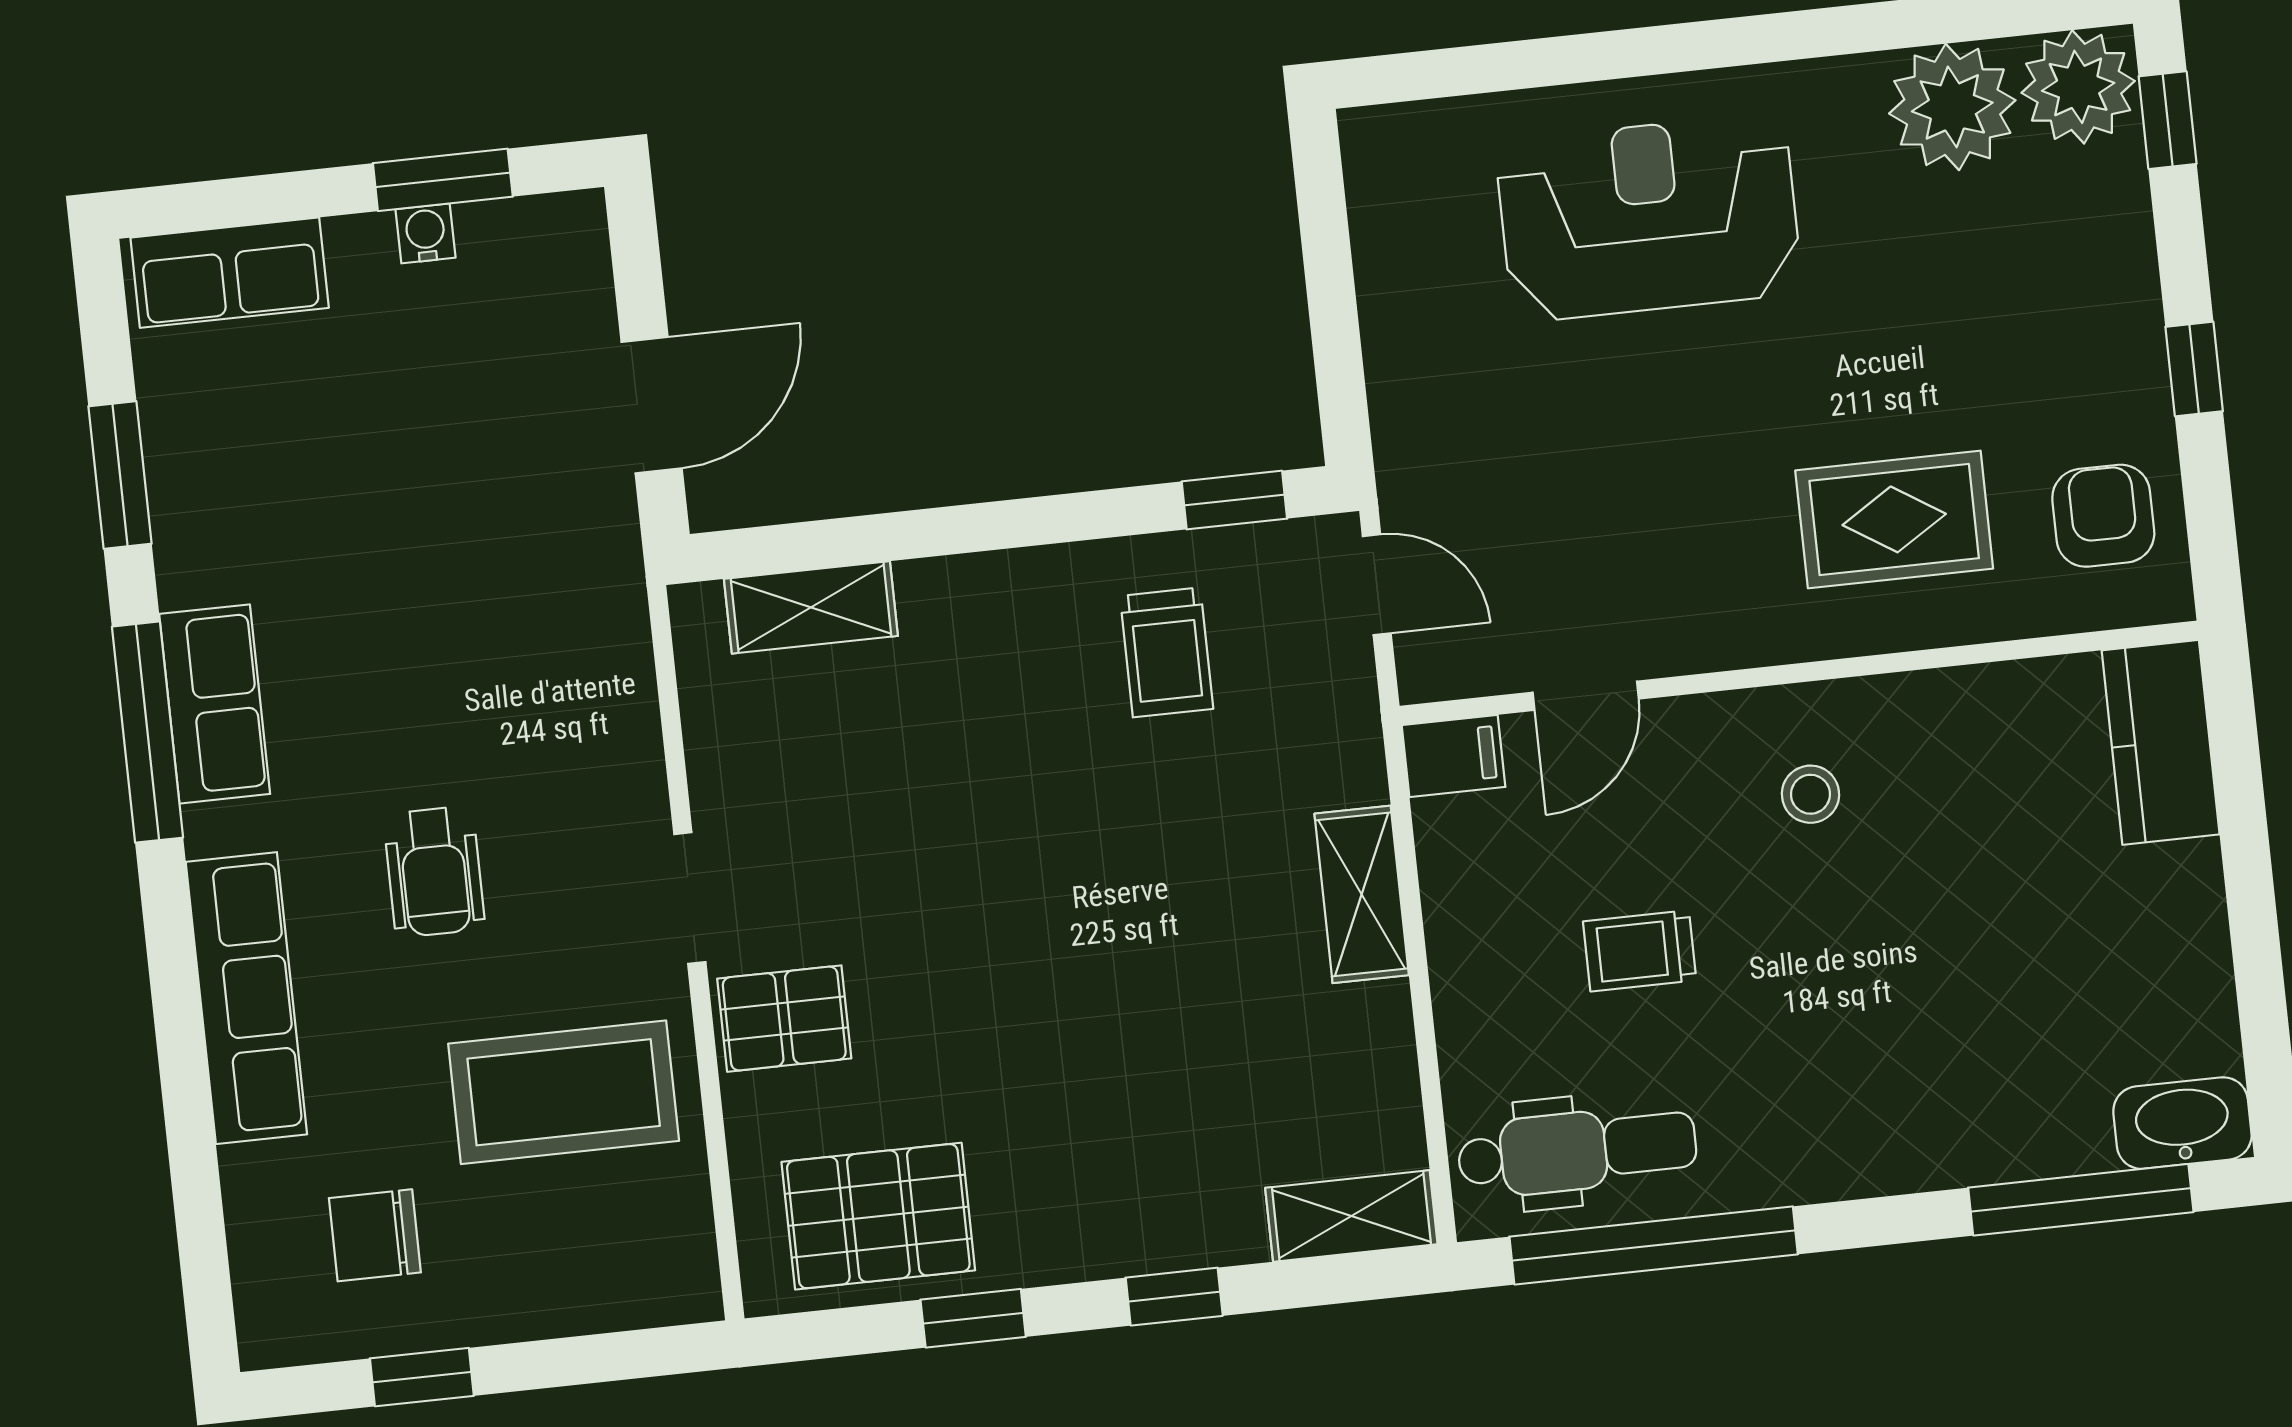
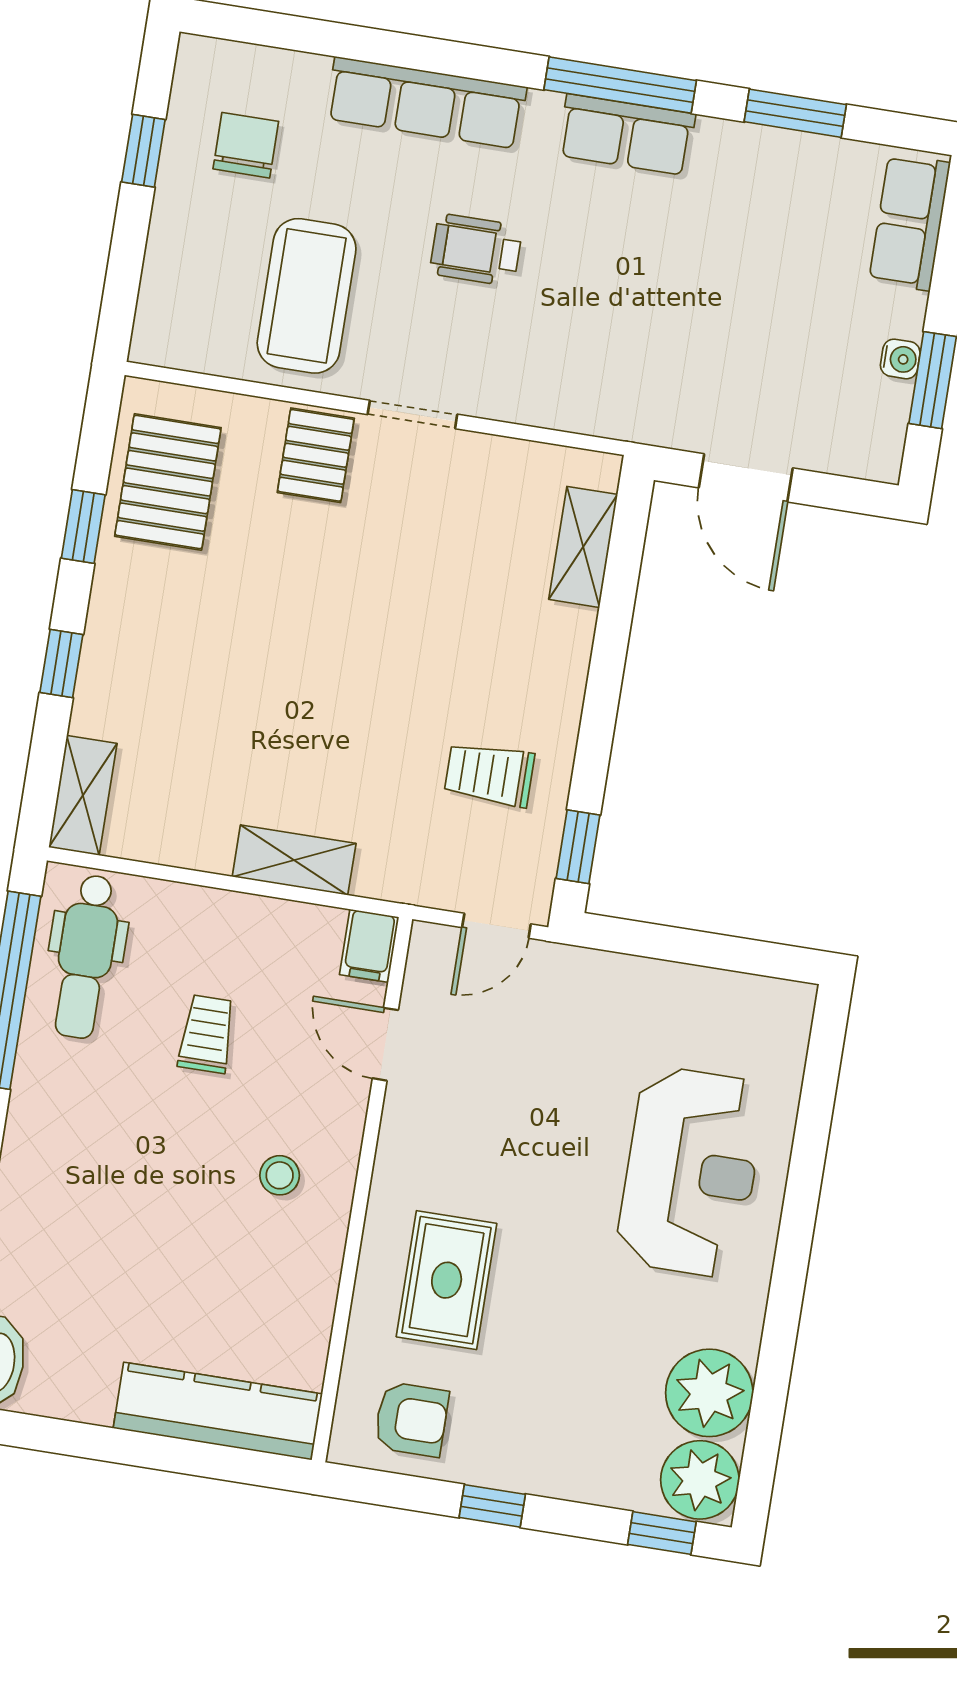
kitchen counter: (2161, 742) -> (218, 1411), width x1.50

